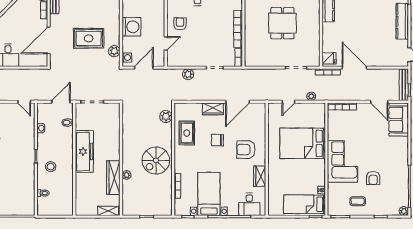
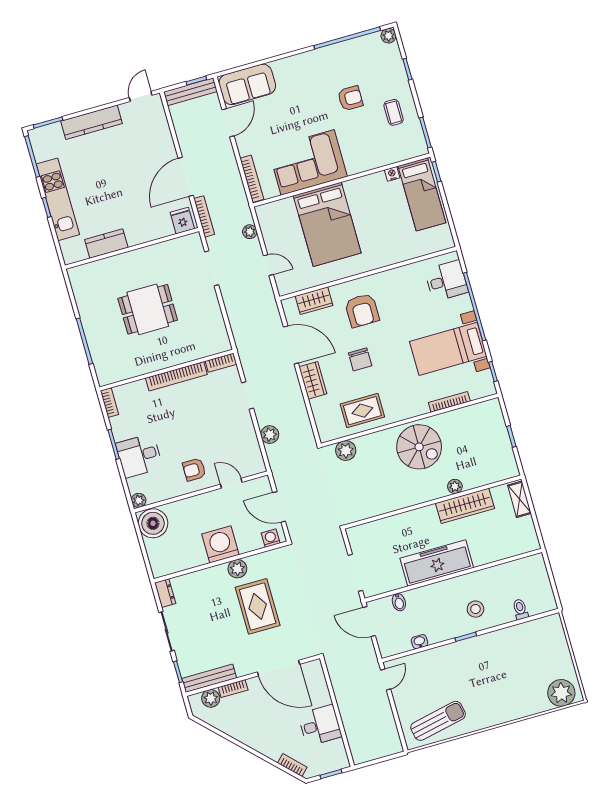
plant: (114, 51) -> (237, 569), moved
corner sofa: (342, 161) -> (308, 162), moved
wardrobe: (260, 176) -> (314, 301), moved

